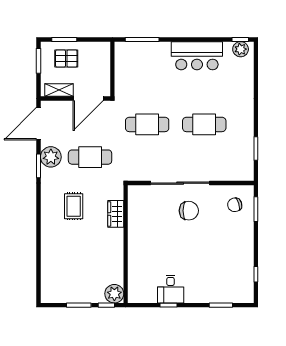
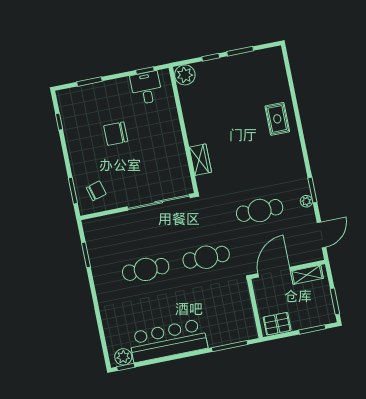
bar counter: (197, 56) -> (168, 341), width x1.36
pallet: (66, 58) -> (277, 324), moved
door: (39, 124) -> (321, 235), width x0.73
plant: (51, 157) -> (306, 201), width x0.53, depth x0.53
rug: (74, 206) -> (277, 119), moved
chair: (189, 211) -> (116, 134), moved
wardrobe: (116, 214) -> (200, 160), moved
wall: (126, 244) -> (183, 130), moved
plant: (114, 294) -> (185, 75), moved

